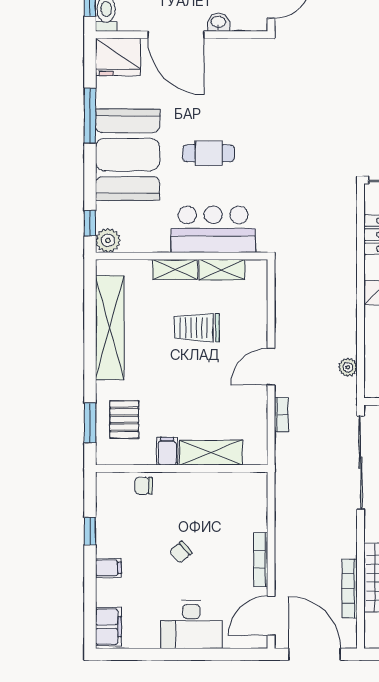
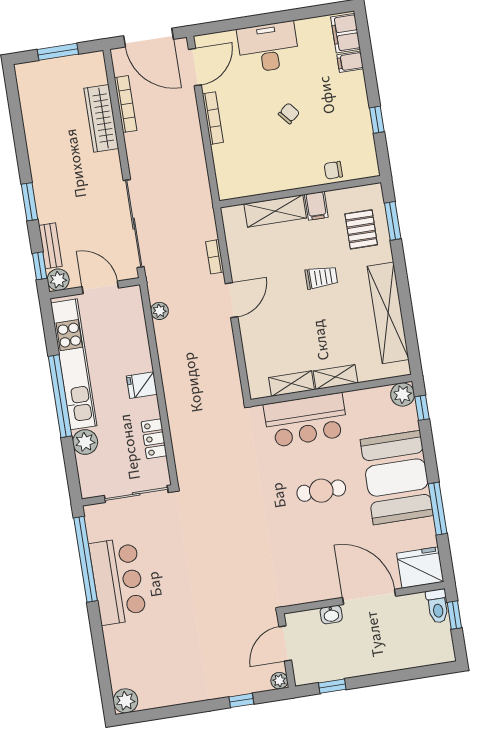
trolley: (197, 328) -> (321, 277), moved, width x0.73, depth x0.72
chair: (144, 486) -> (333, 170), turned 180
filing cabinet: (108, 568) -> (350, 62), moved

